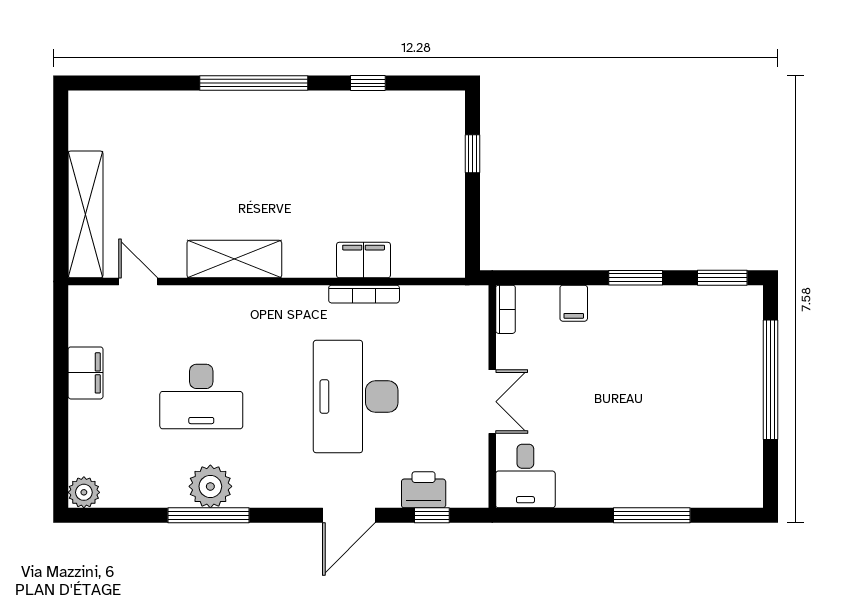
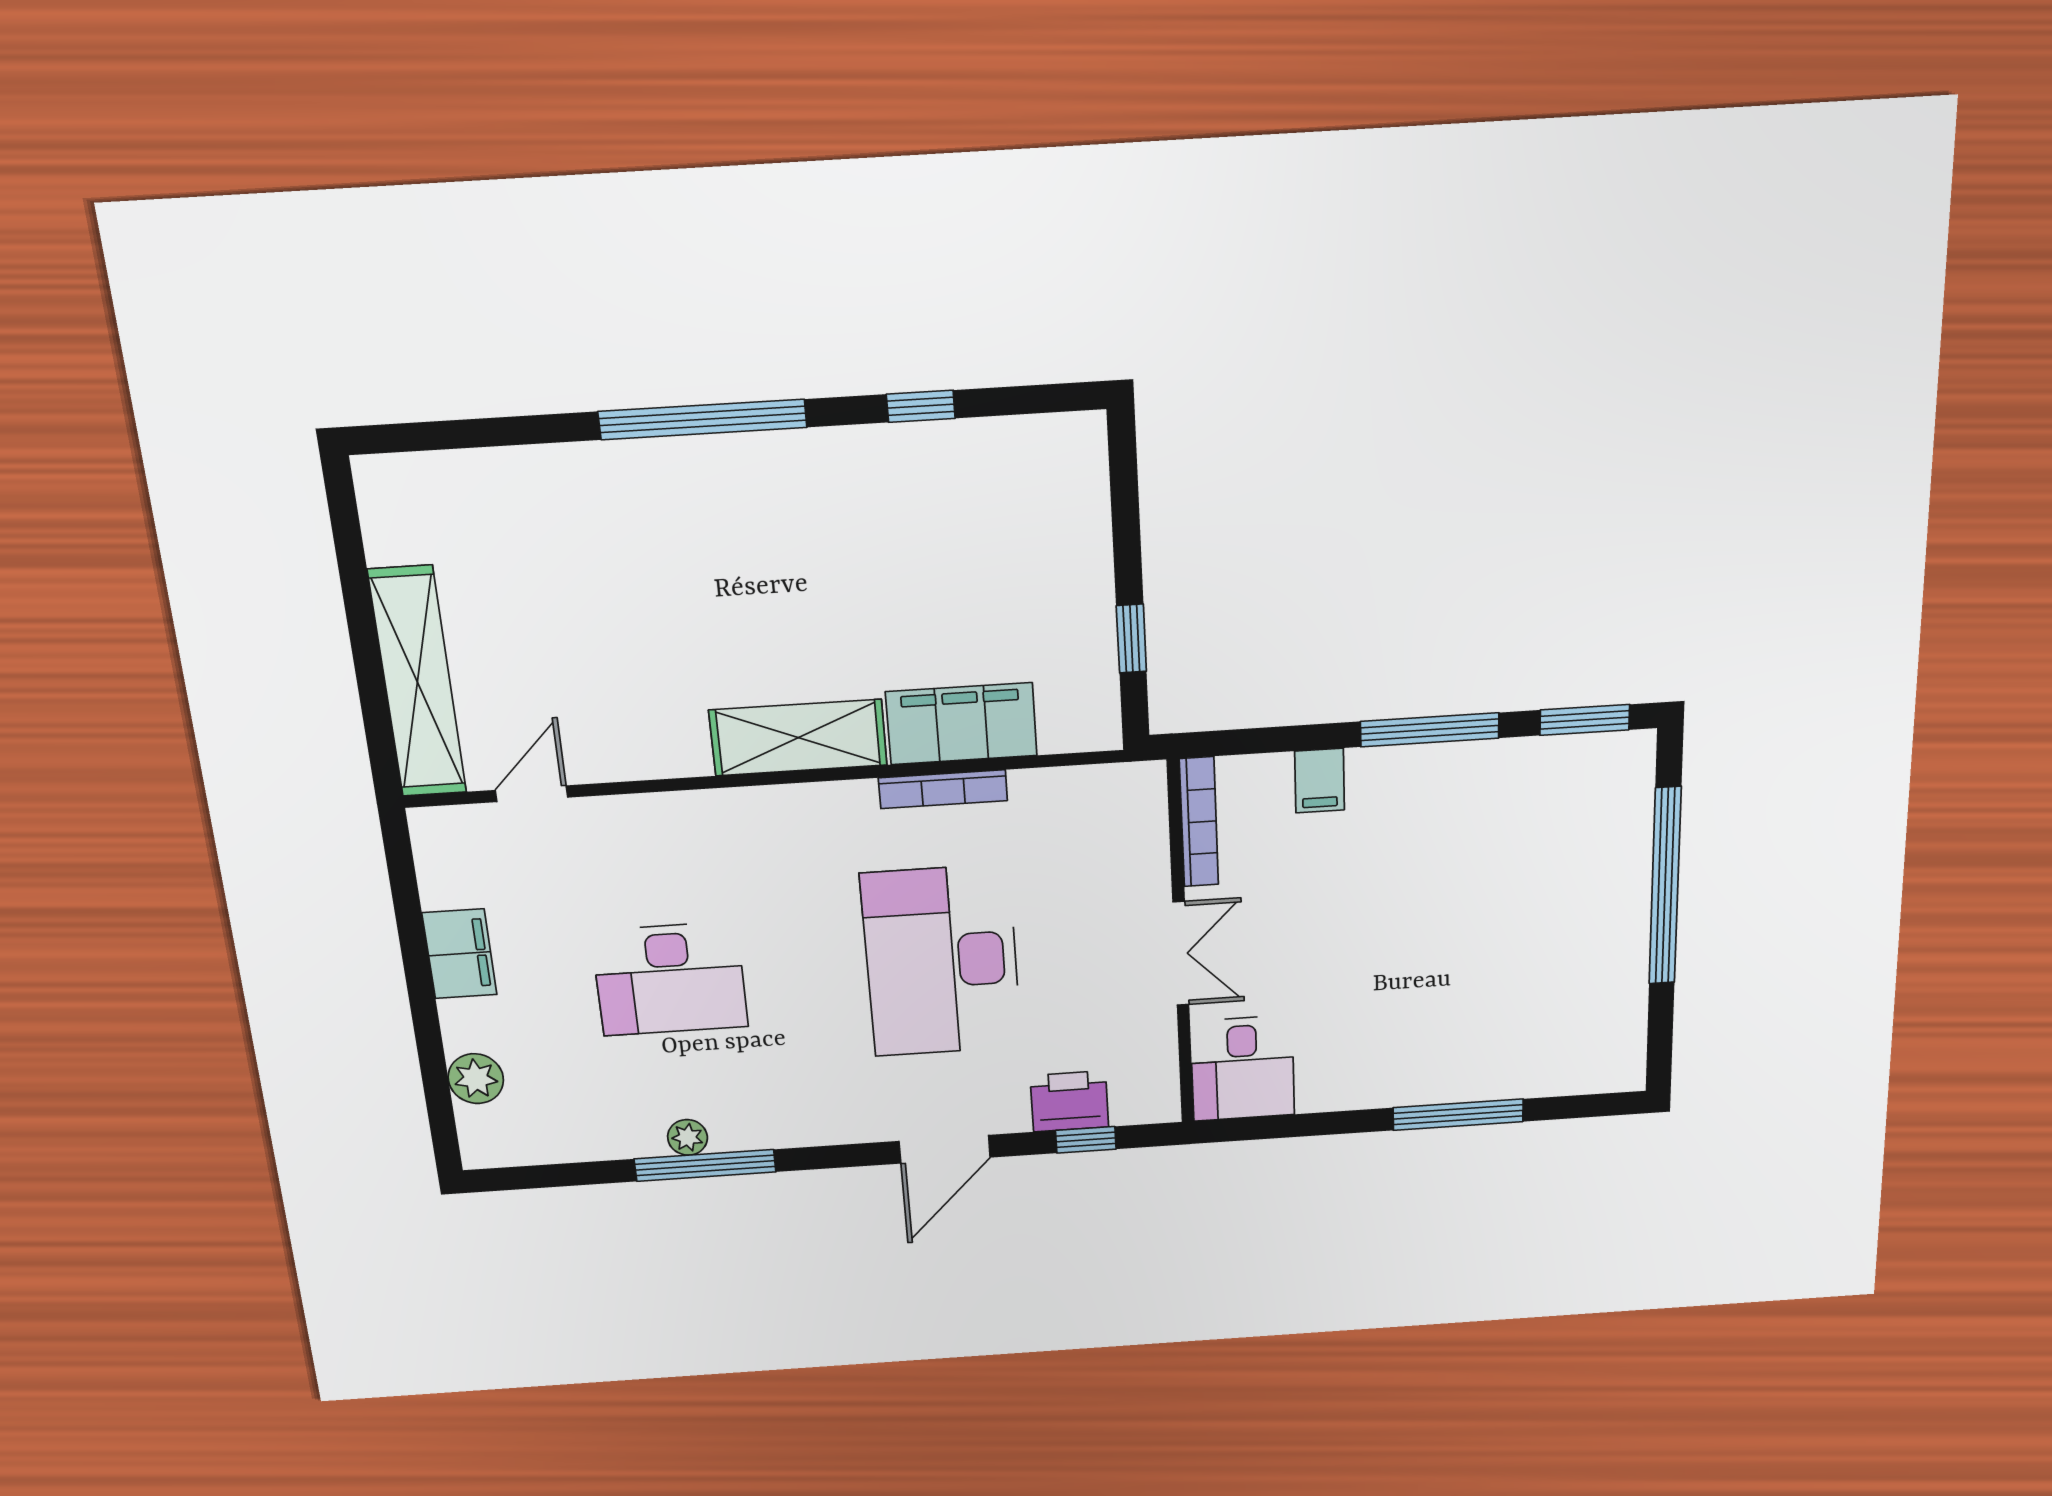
window: (473, 154) -> (1131, 639), moved
shelving: (234, 259) -> (798, 738), moved
filing cabinet: (364, 260) -> (961, 724), width x1.50, depth x1.17
window: (636, 278) -> (1430, 730), width x1.44
door: (138, 281) -> (532, 794), hinge flipped
bookcase: (506, 309) -> (1199, 822), width x1.56
plant: (210, 486) -> (688, 1137), width x0.53, depth x0.53
plant: (84, 492) -> (476, 1079), moved

